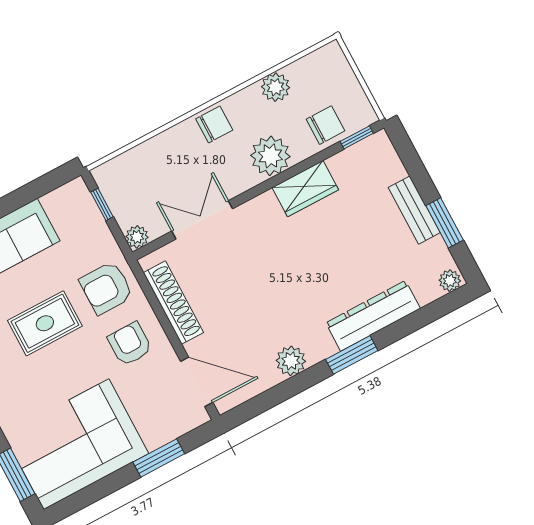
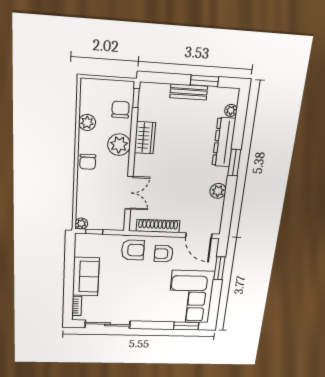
chair: (214, 124) -> (88, 162), turned 180
double door: (202, 220) -> (129, 193), swing flipped
plant: (137, 237) -> (81, 224), moved
plant: (450, 281) -> (231, 110), moved
armchair: (106, 288) -> (133, 250), turned -90
rug: (45, 323) -> (131, 282), removed
door: (197, 382) -> (199, 236), swing flipped

